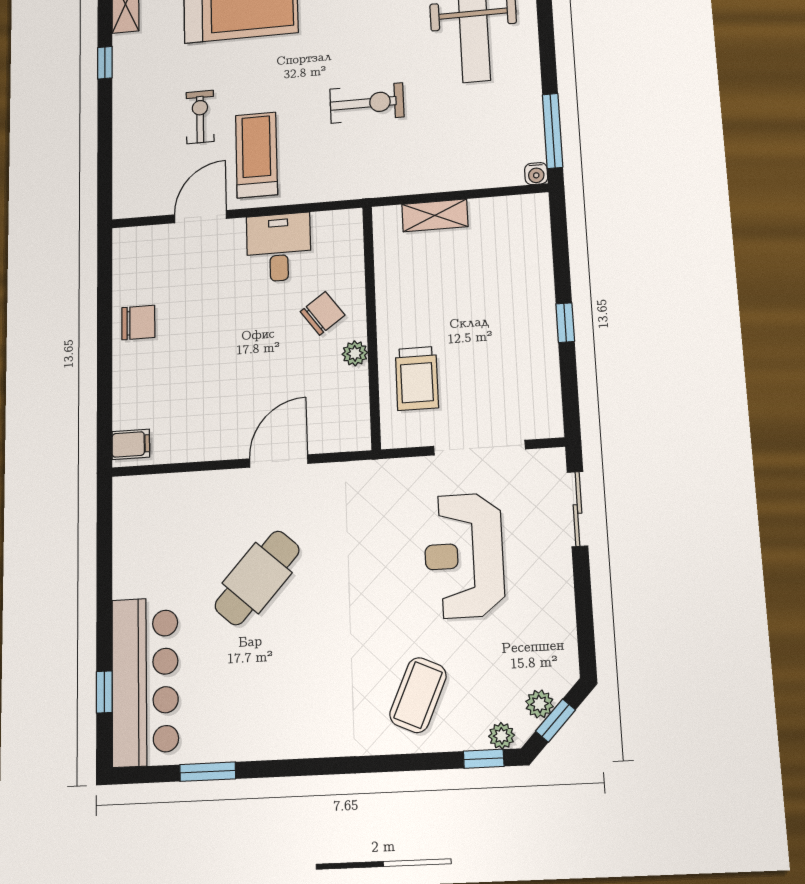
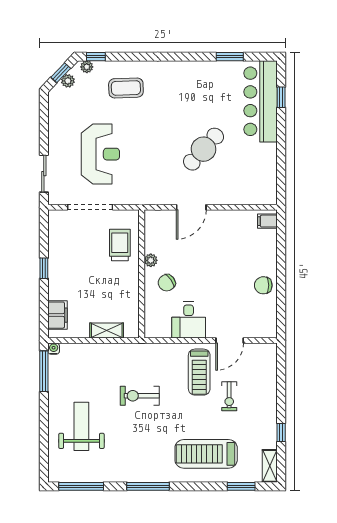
filing cabinet: (533, 236) -> (57, 315), added
coffee table: (418, 695) -> (126, 88), turned 64

